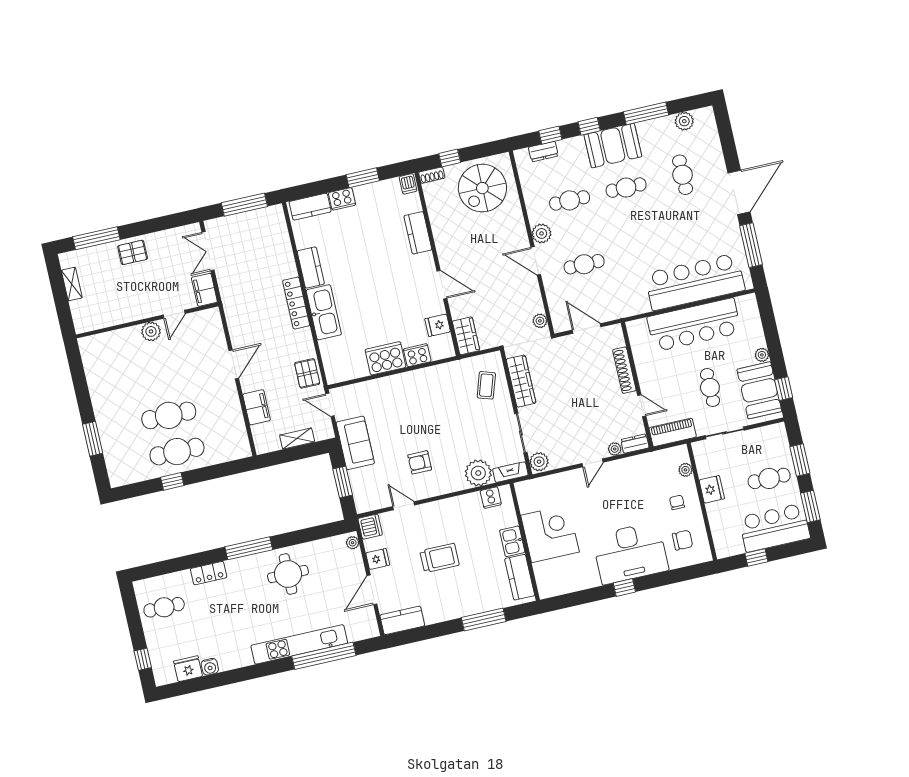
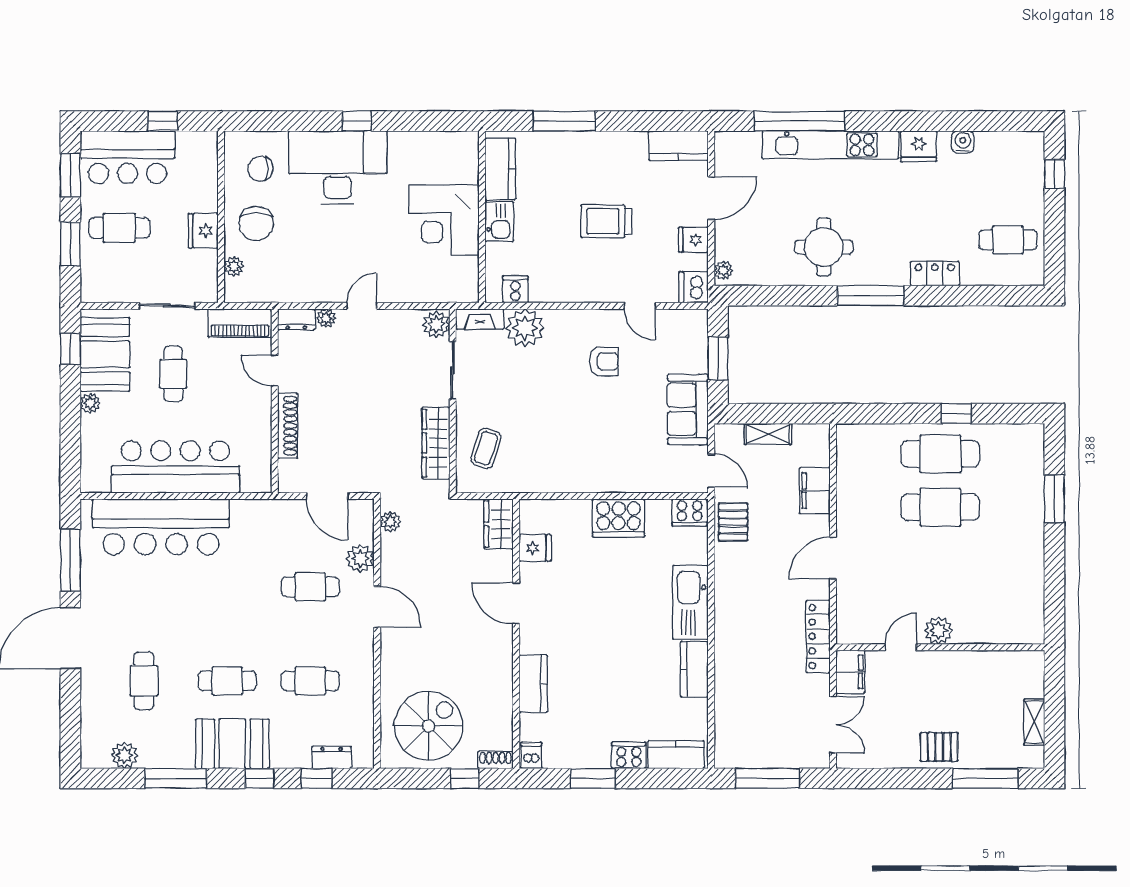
plant: (541, 233) -> (360, 559), moved
locker: (296, 303) -> (818, 636), moved, turned 180
cooker: (417, 355) -> (690, 512), moved
chair: (677, 502) -> (256, 224), width x1.87, depth x1.87
fridge: (188, 669) -> (919, 146), moved

